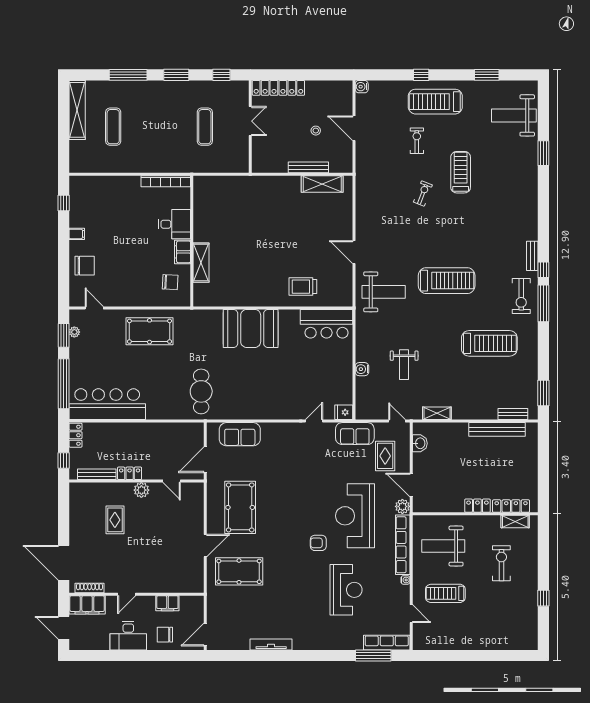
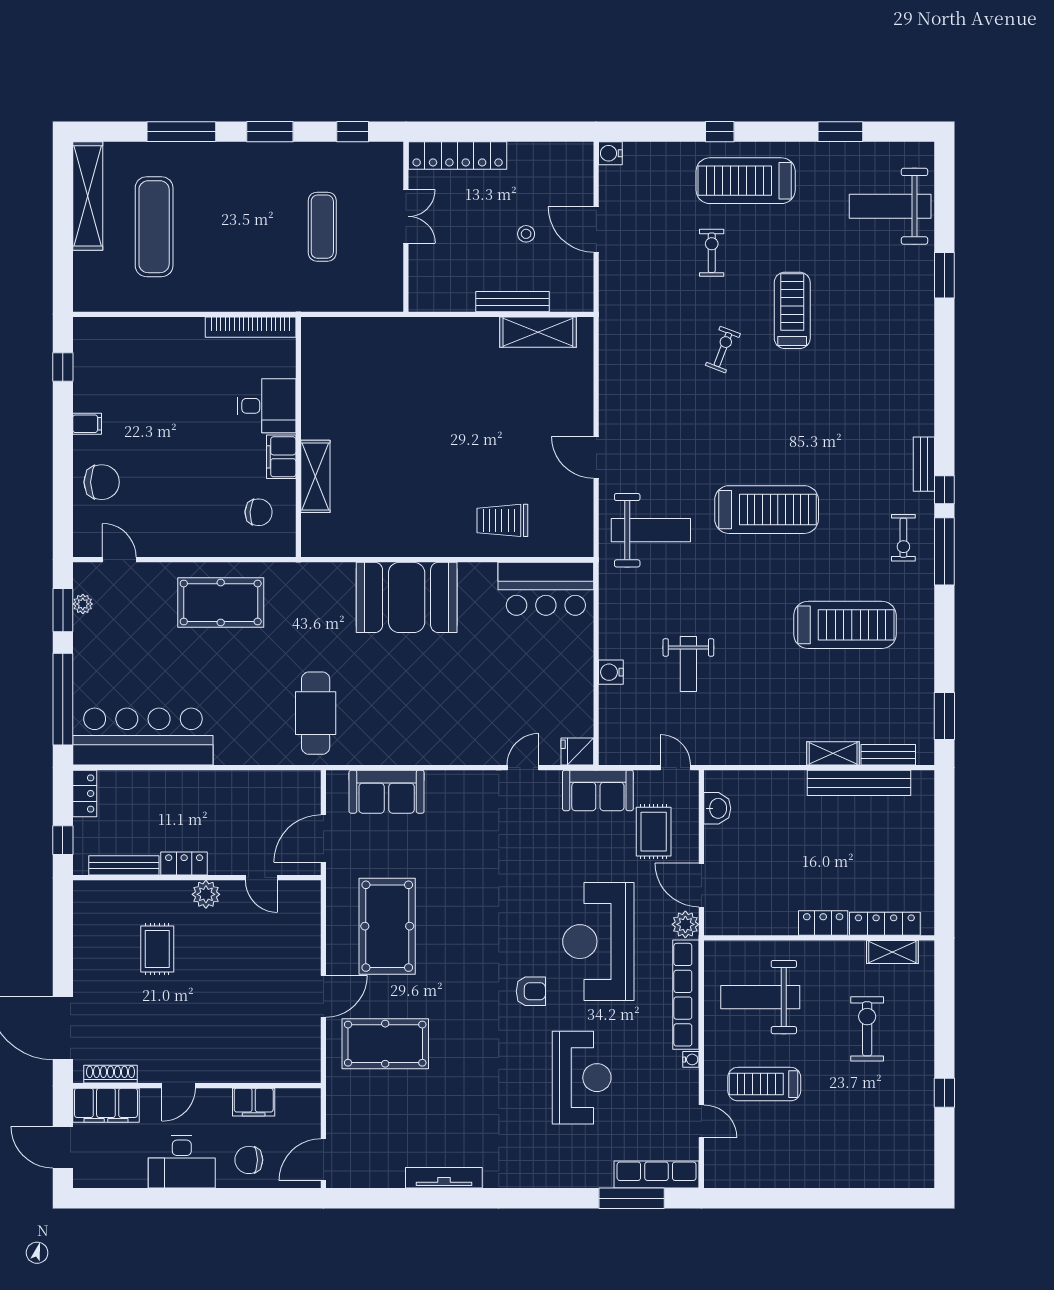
exercise mat: (113, 127) -> (154, 227), width x1.36, depth x1.45
exercise bike: (521, 296) -> (903, 538), width x0.73, depth x0.72
shelving: (437, 413) -> (833, 753), moved
armchair: (318, 543) -> (531, 991), turned 180

